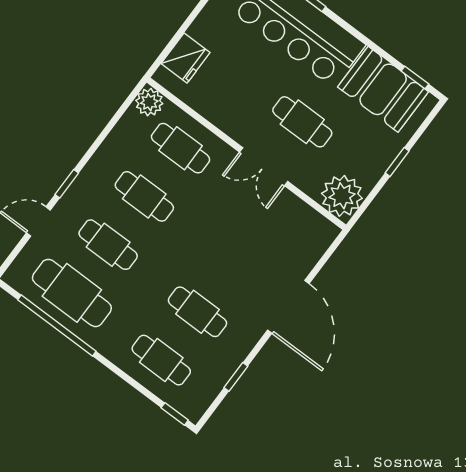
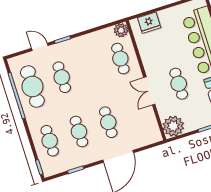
cafe table: (144, 196) -> (108, 122), moved

